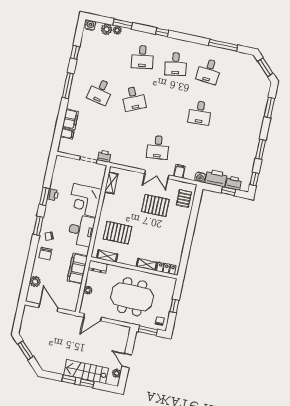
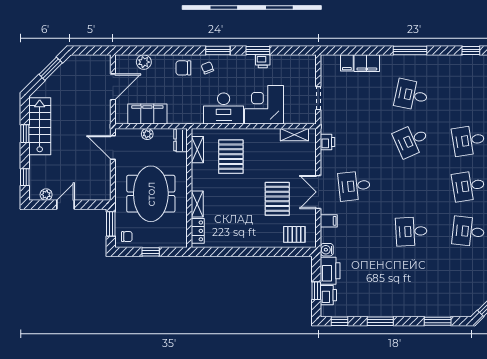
window: (75, 52) -> (471, 51), moved
printer: (104, 156) -> (327, 142), moved
filing cabinet: (77, 268) -> (147, 114), moved
stairs: (86, 372) -> (40, 126), moved
window: (87, 383) -> (25, 177), moved

